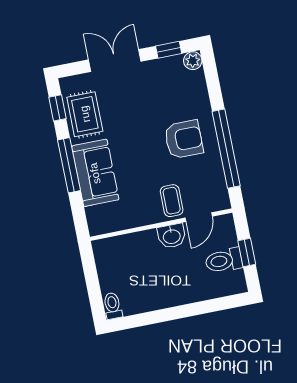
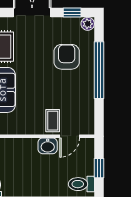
armchair: (184, 139) -> (67, 57), moved, turned -90
window: (226, 149) -> (99, 70), moved
toilet: (224, 260) -> (81, 184), moved

